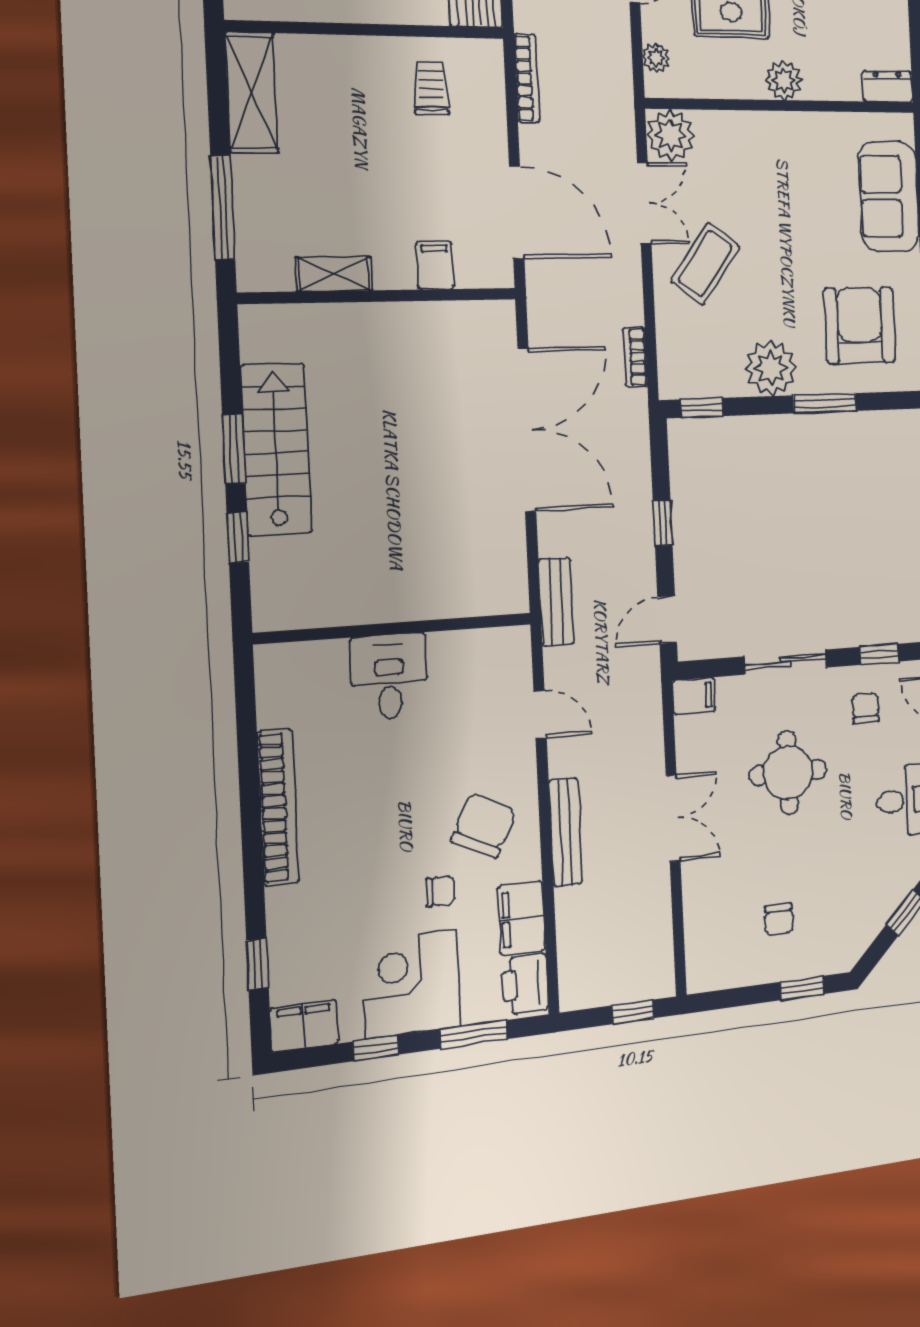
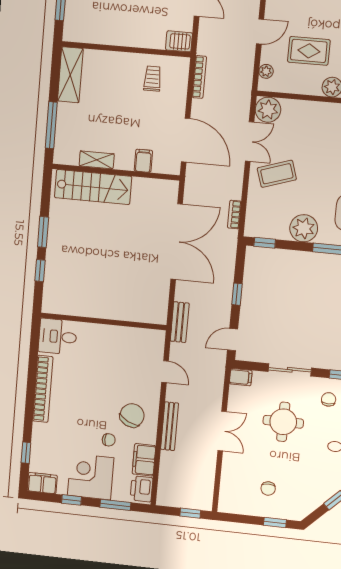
coffee table: (705, 264) -> (277, 174), turned 36
stairs: (276, 449) -> (93, 187), moved, turned 90
desk: (389, 677) -> (58, 337), moved, turned -90

